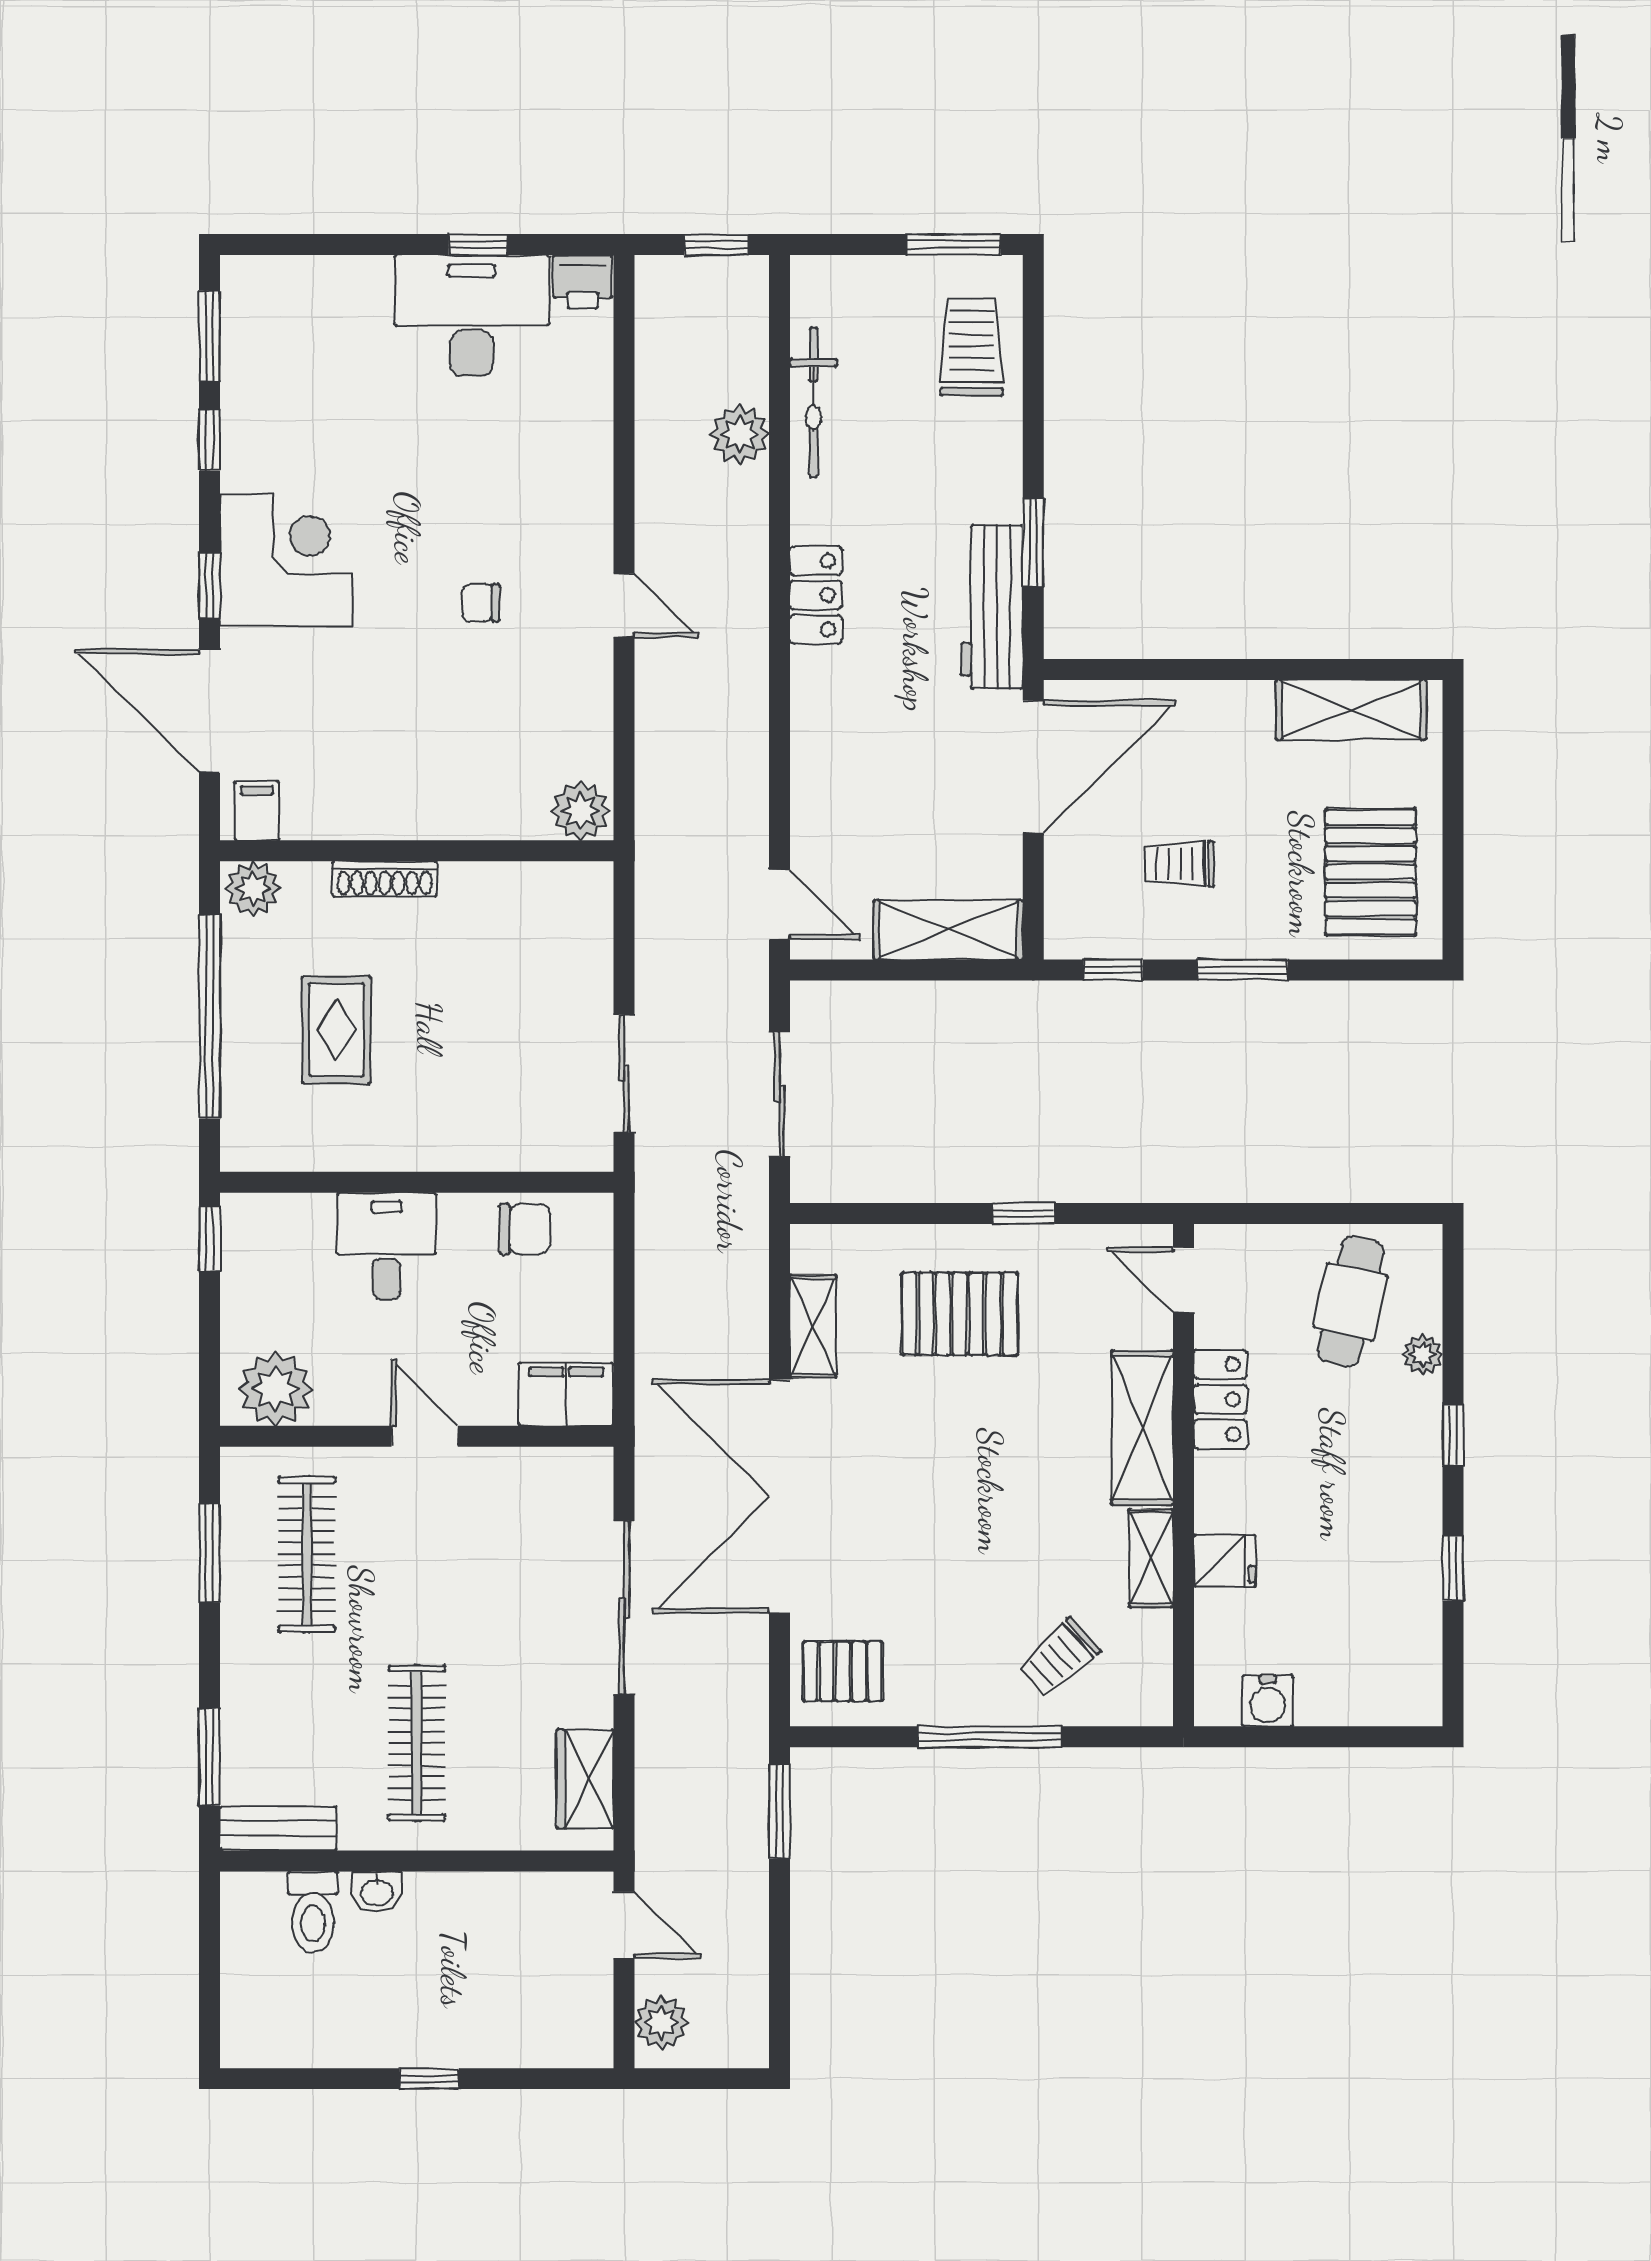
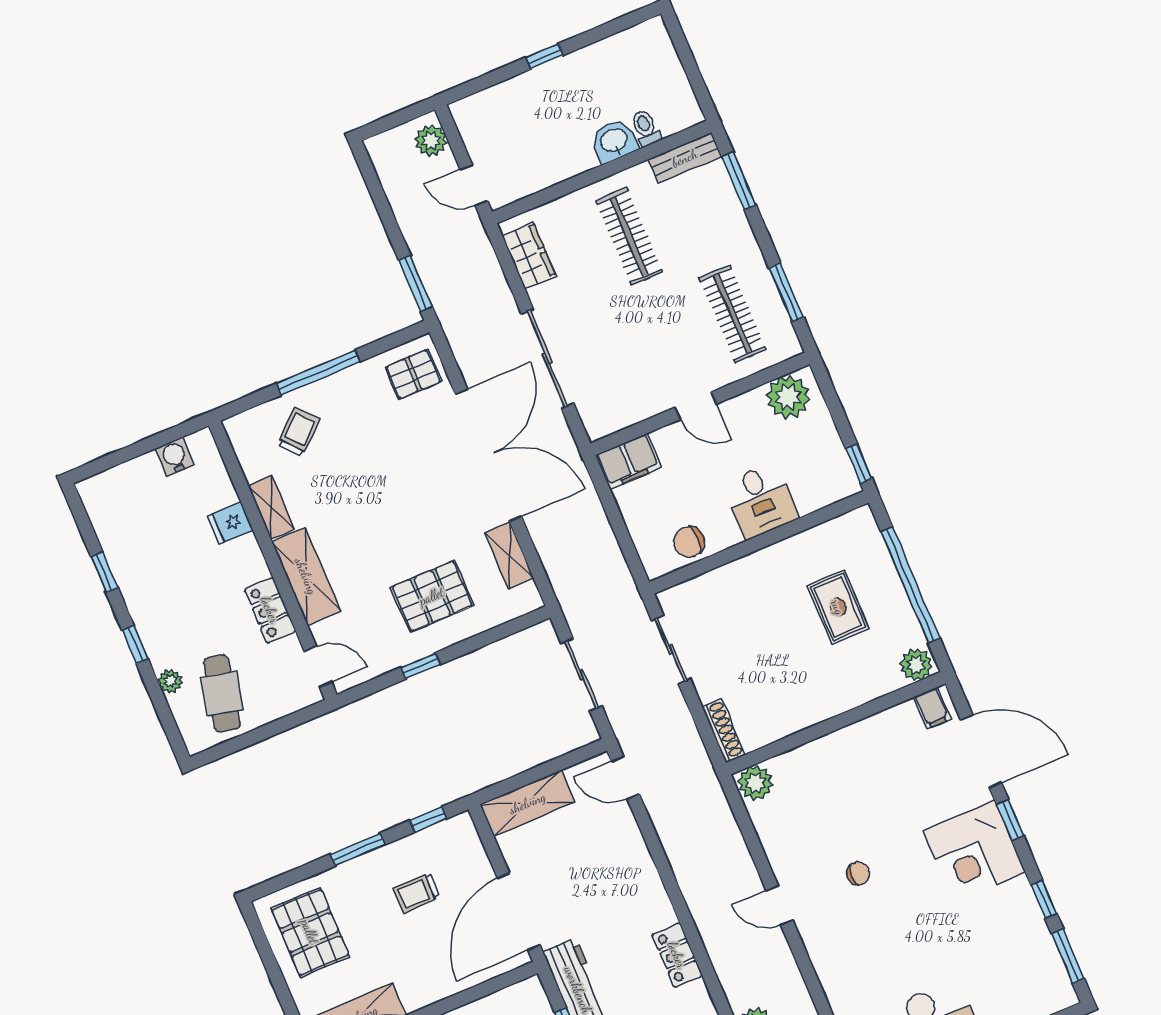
trolley: (1180, 864) -> (416, 893), turned 180
shoe rack: (384, 879) -> (723, 731), moved, turned 90
washbasin: (377, 1892) -> (614, 141), width x1.38, depth x1.45
toilet: (313, 1912) -> (645, 128), width x0.73, depth x0.72

